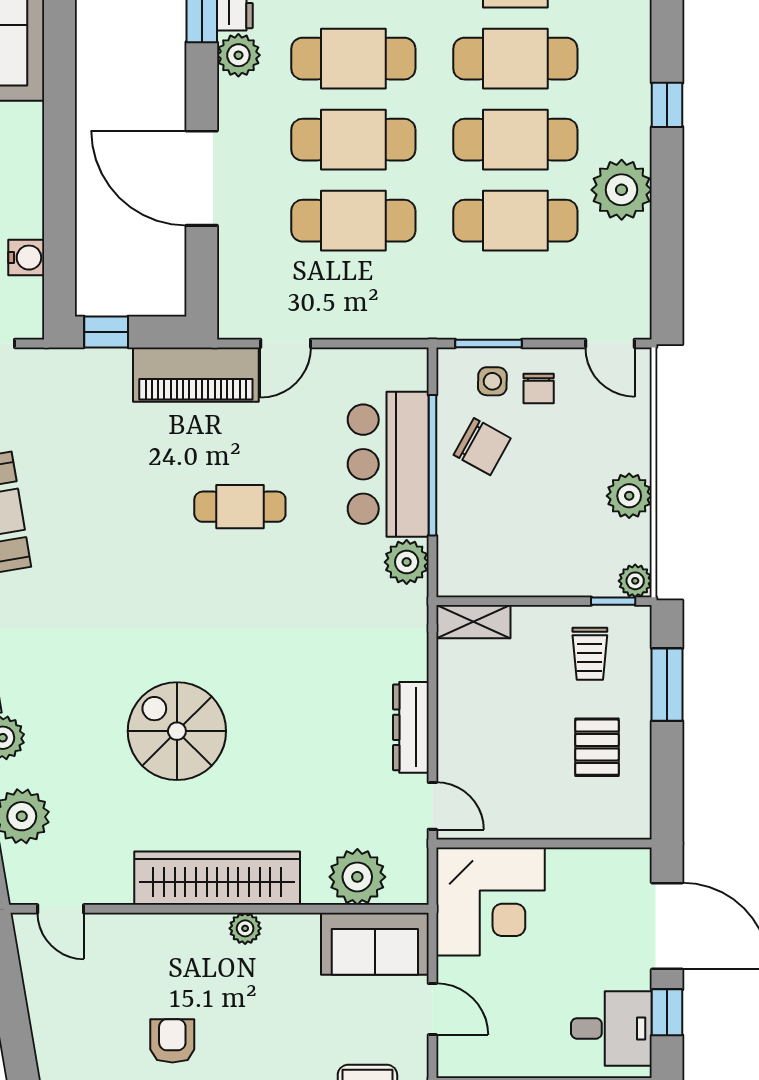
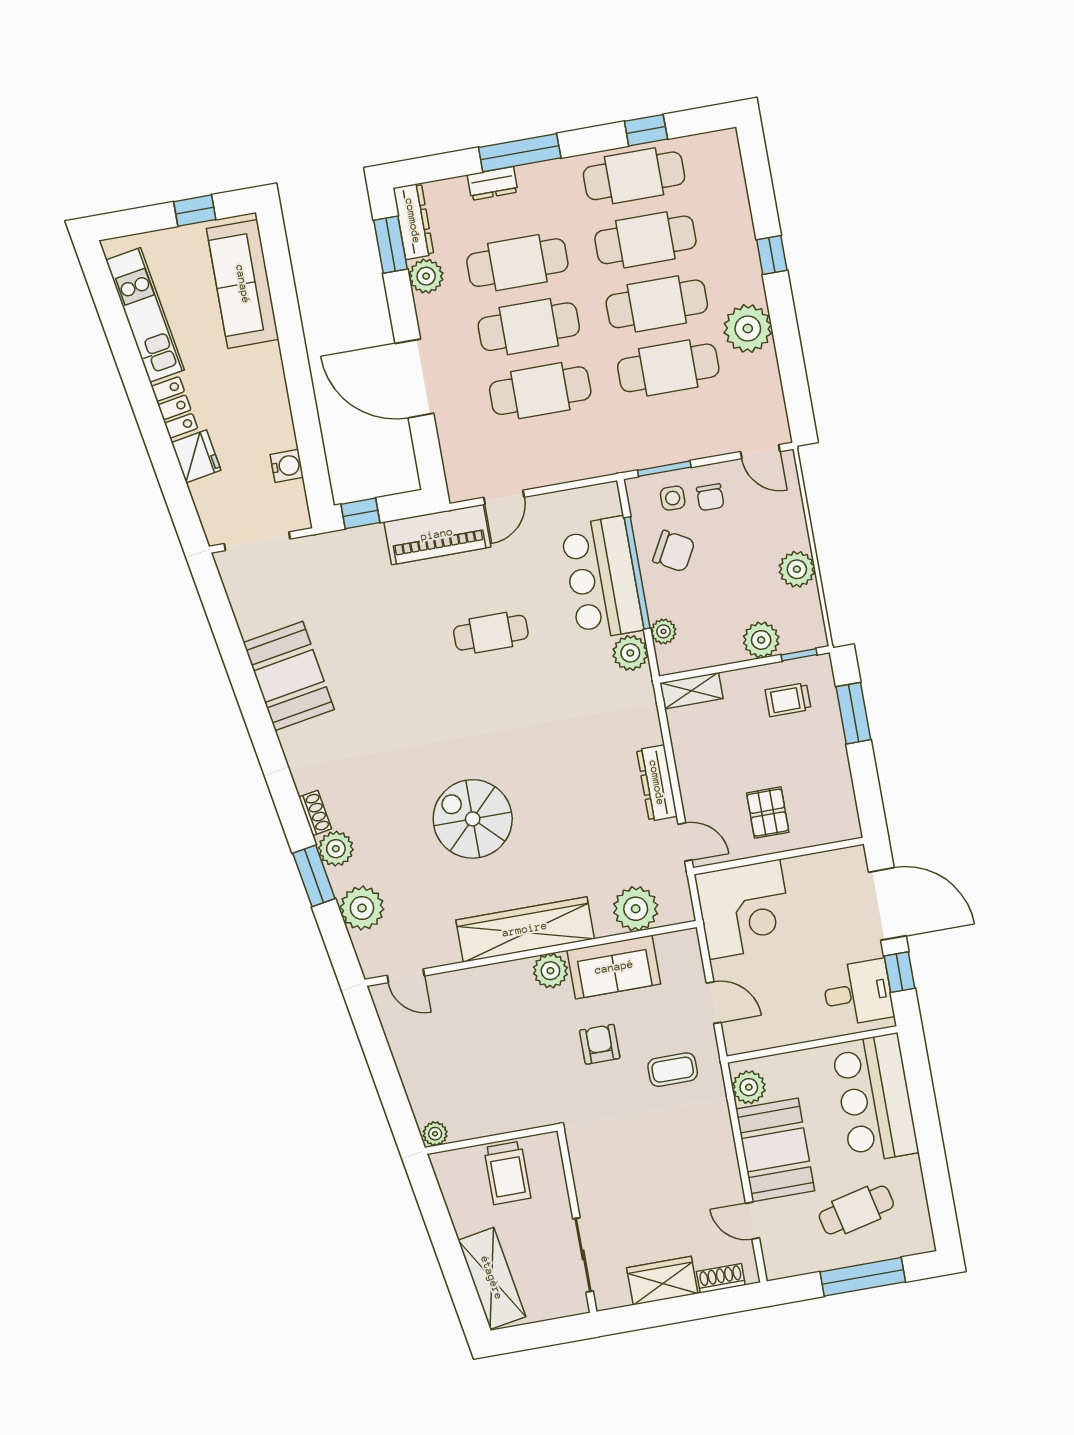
plant: (452, 543) -> (664, 631), added
plant: (635, 581) -> (761, 640), moved, width x1.38, depth x1.38
trolley: (590, 654) -> (788, 700), turned 90
pallet: (597, 747) -> (768, 813), moved
plant: (245, 928) -> (550, 971), width x1.38, depth x1.38
sofa: (375, 944) -> (614, 967), moved
armchair: (172, 1041) -> (600, 1044), moved

